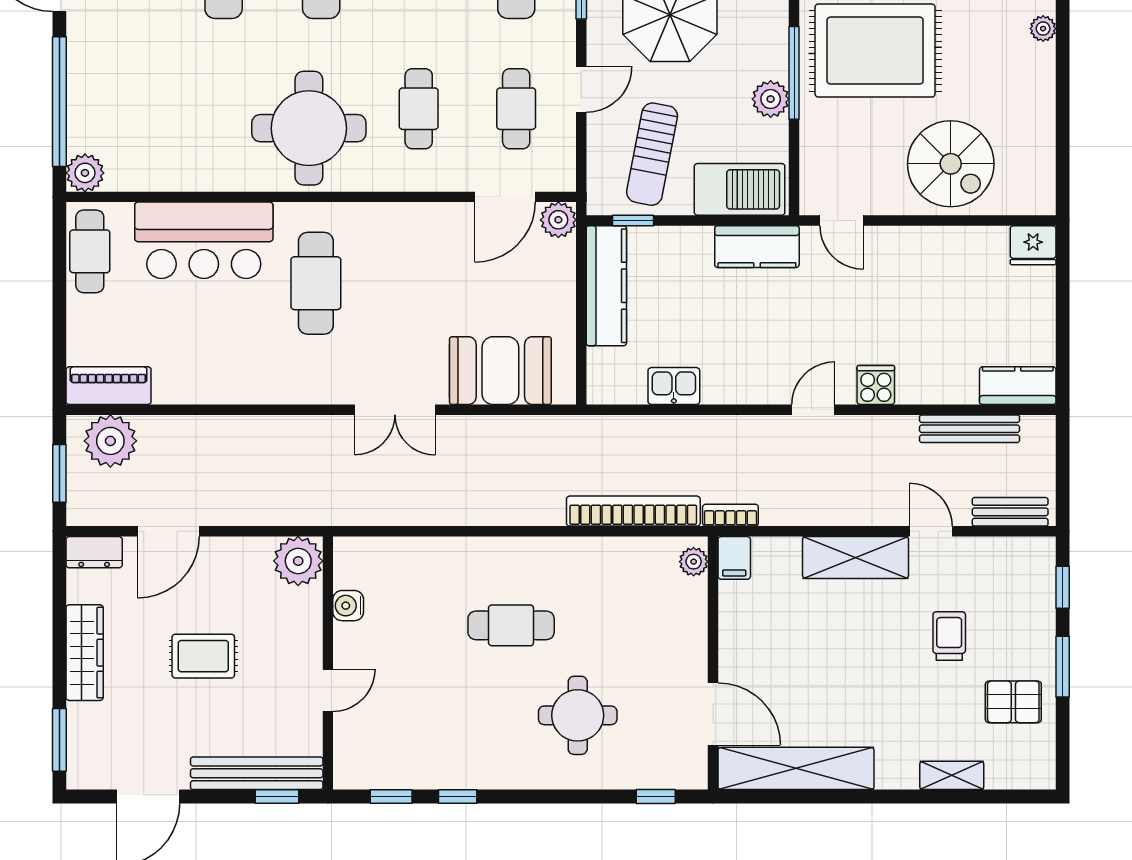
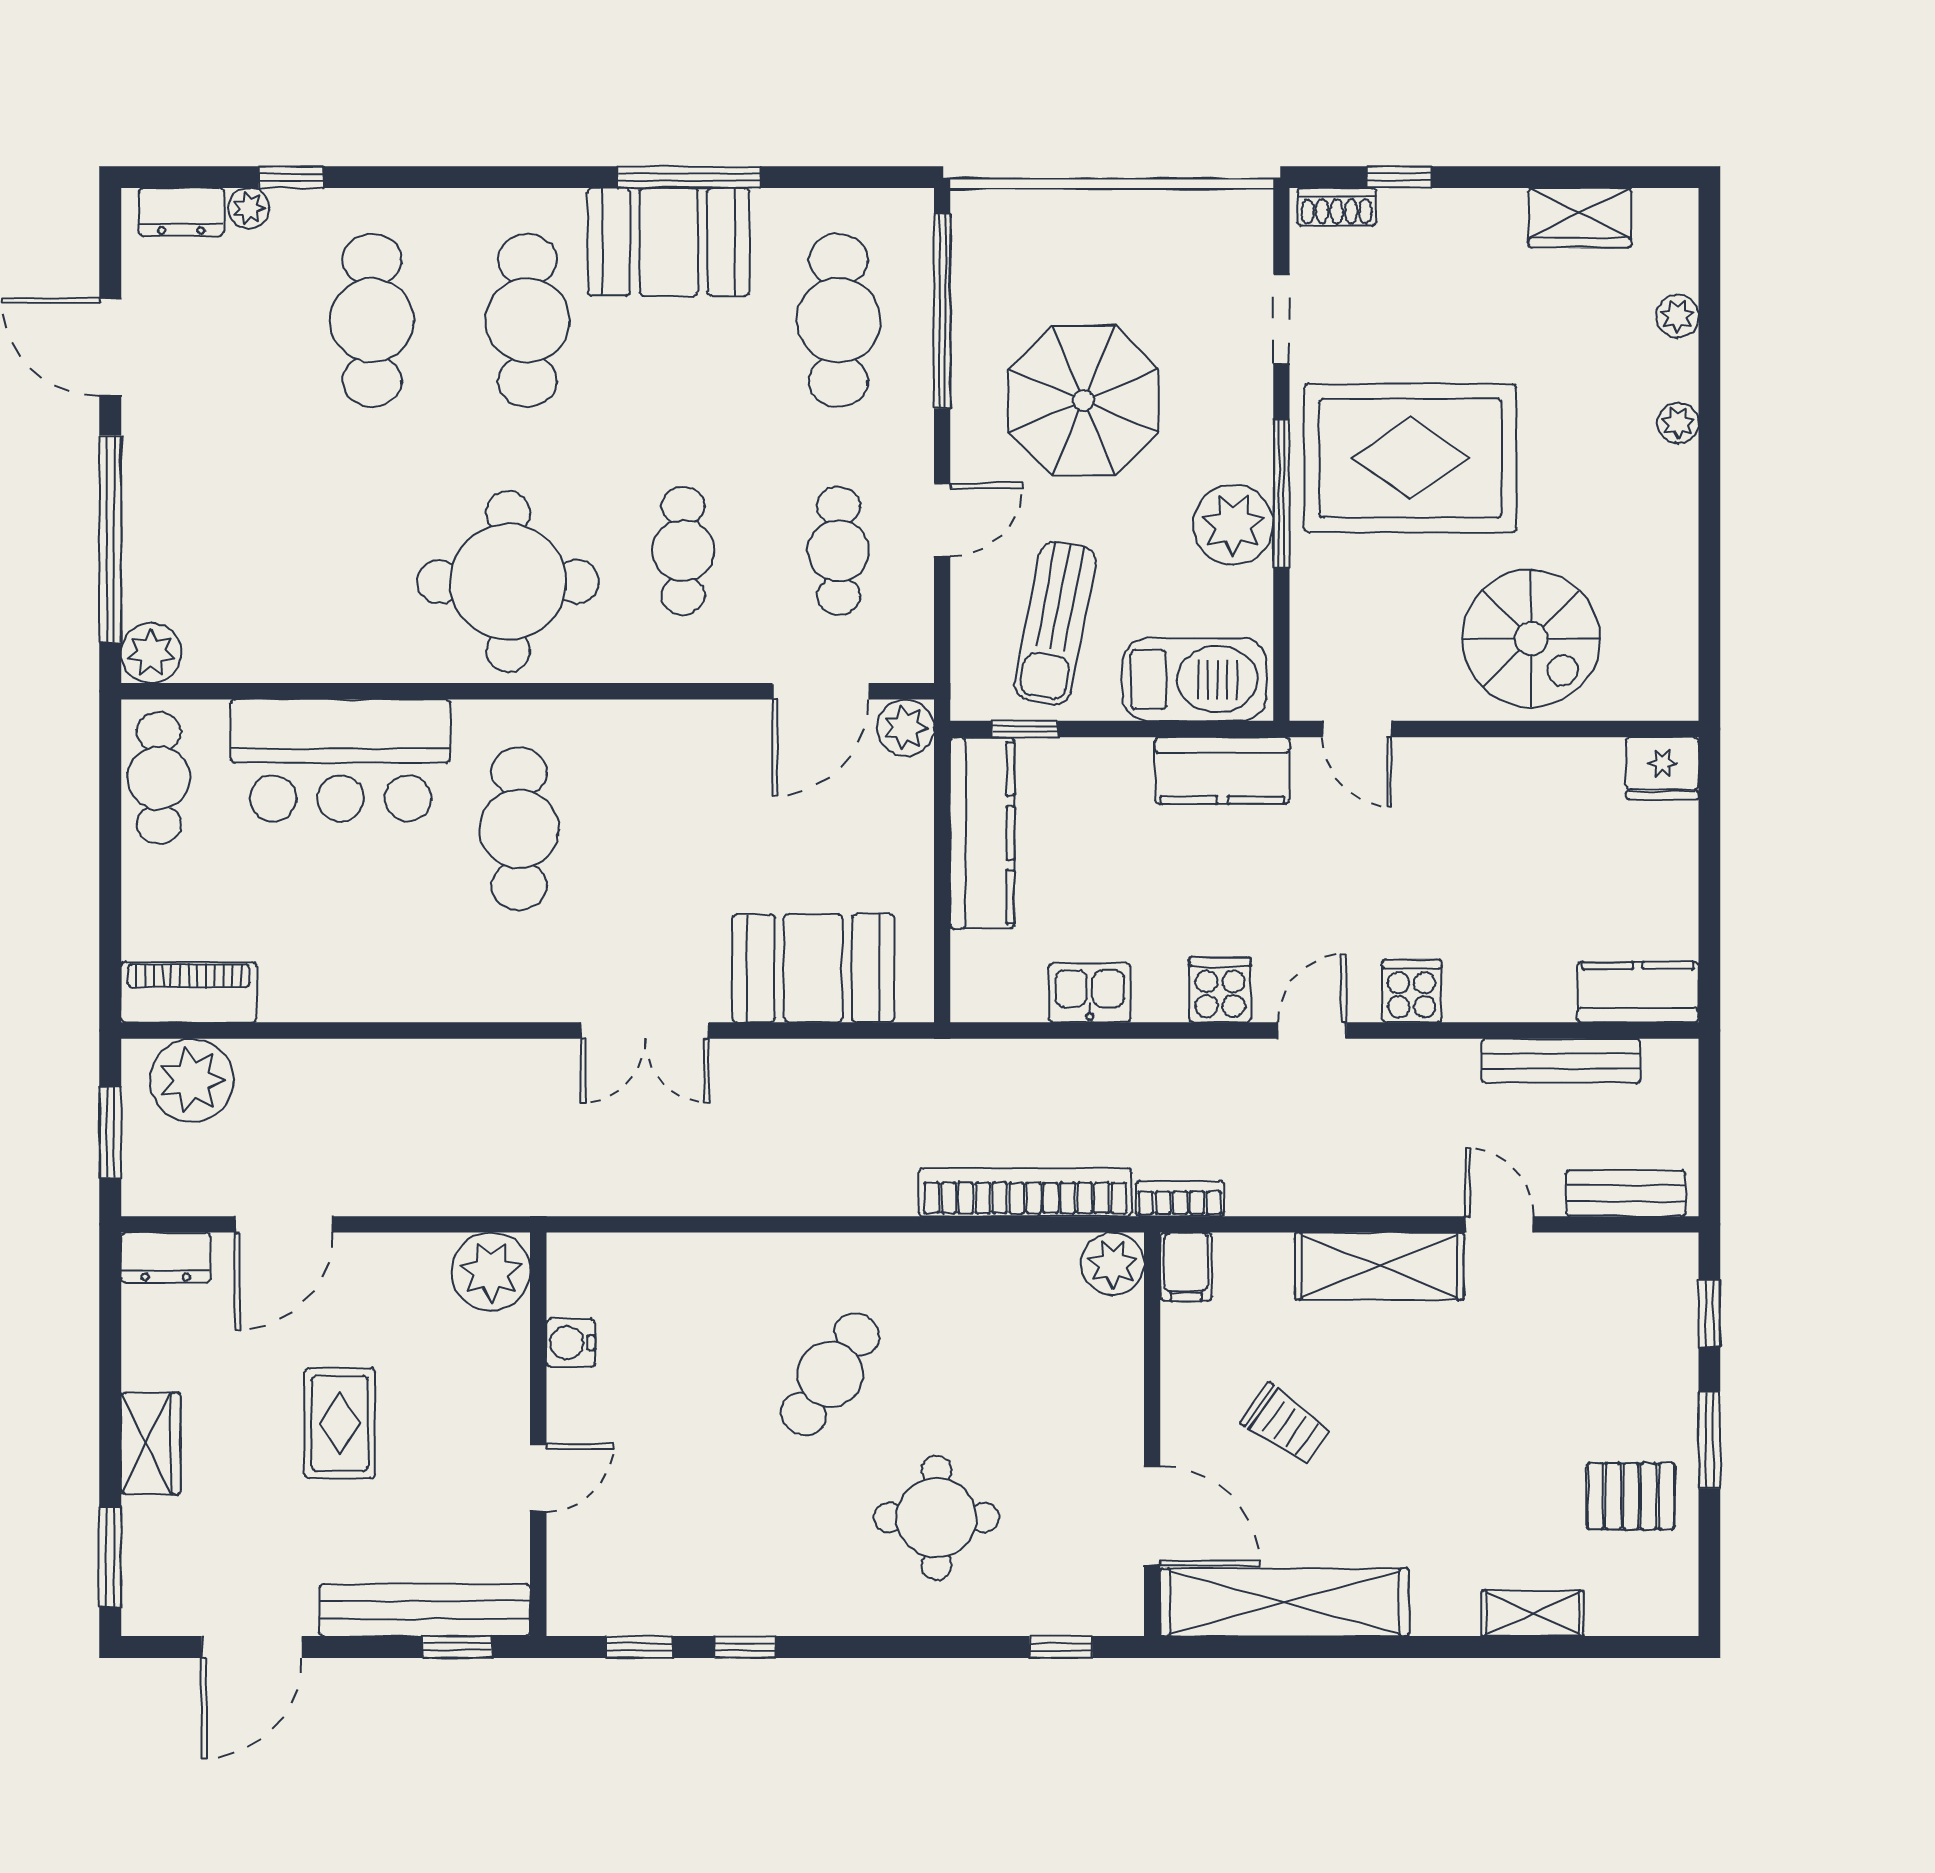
plant: (771, 99) -> (1233, 525), width x1.36, depth x1.36
cooker: (756, 384) -> (1220, 990), added
plant: (694, 562) -> (1113, 1264), width x1.38, depth x1.38
cafe table: (511, 625) -> (830, 1374), turned -56
trolley: (949, 636) -> (1286, 1425), moved, turned 125
wardrobe: (85, 653) -> (151, 1443), width x0.67
rug: (203, 656) -> (340, 1423), turned 90

